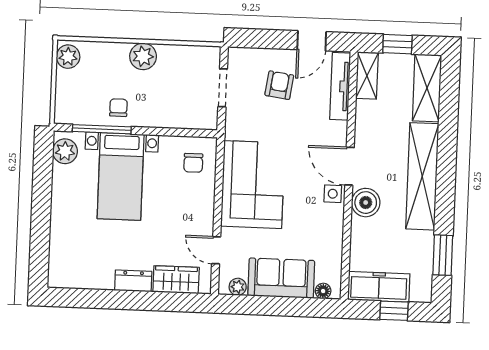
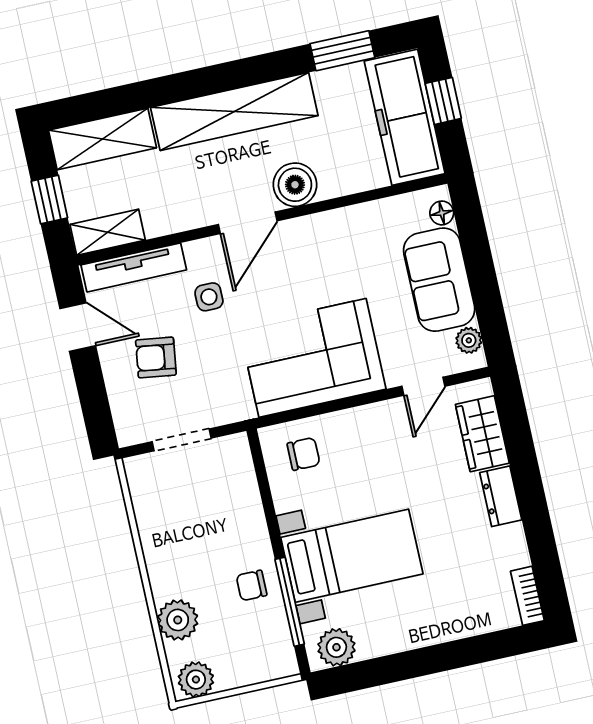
plant: (143, 56) -> (178, 620), moved
side table: (333, 194) -> (209, 297), moved
bookcase: (66, 281) -> (527, 596), added
freezer: (379, 287) -> (405, 117), width x1.36, depth x1.26

